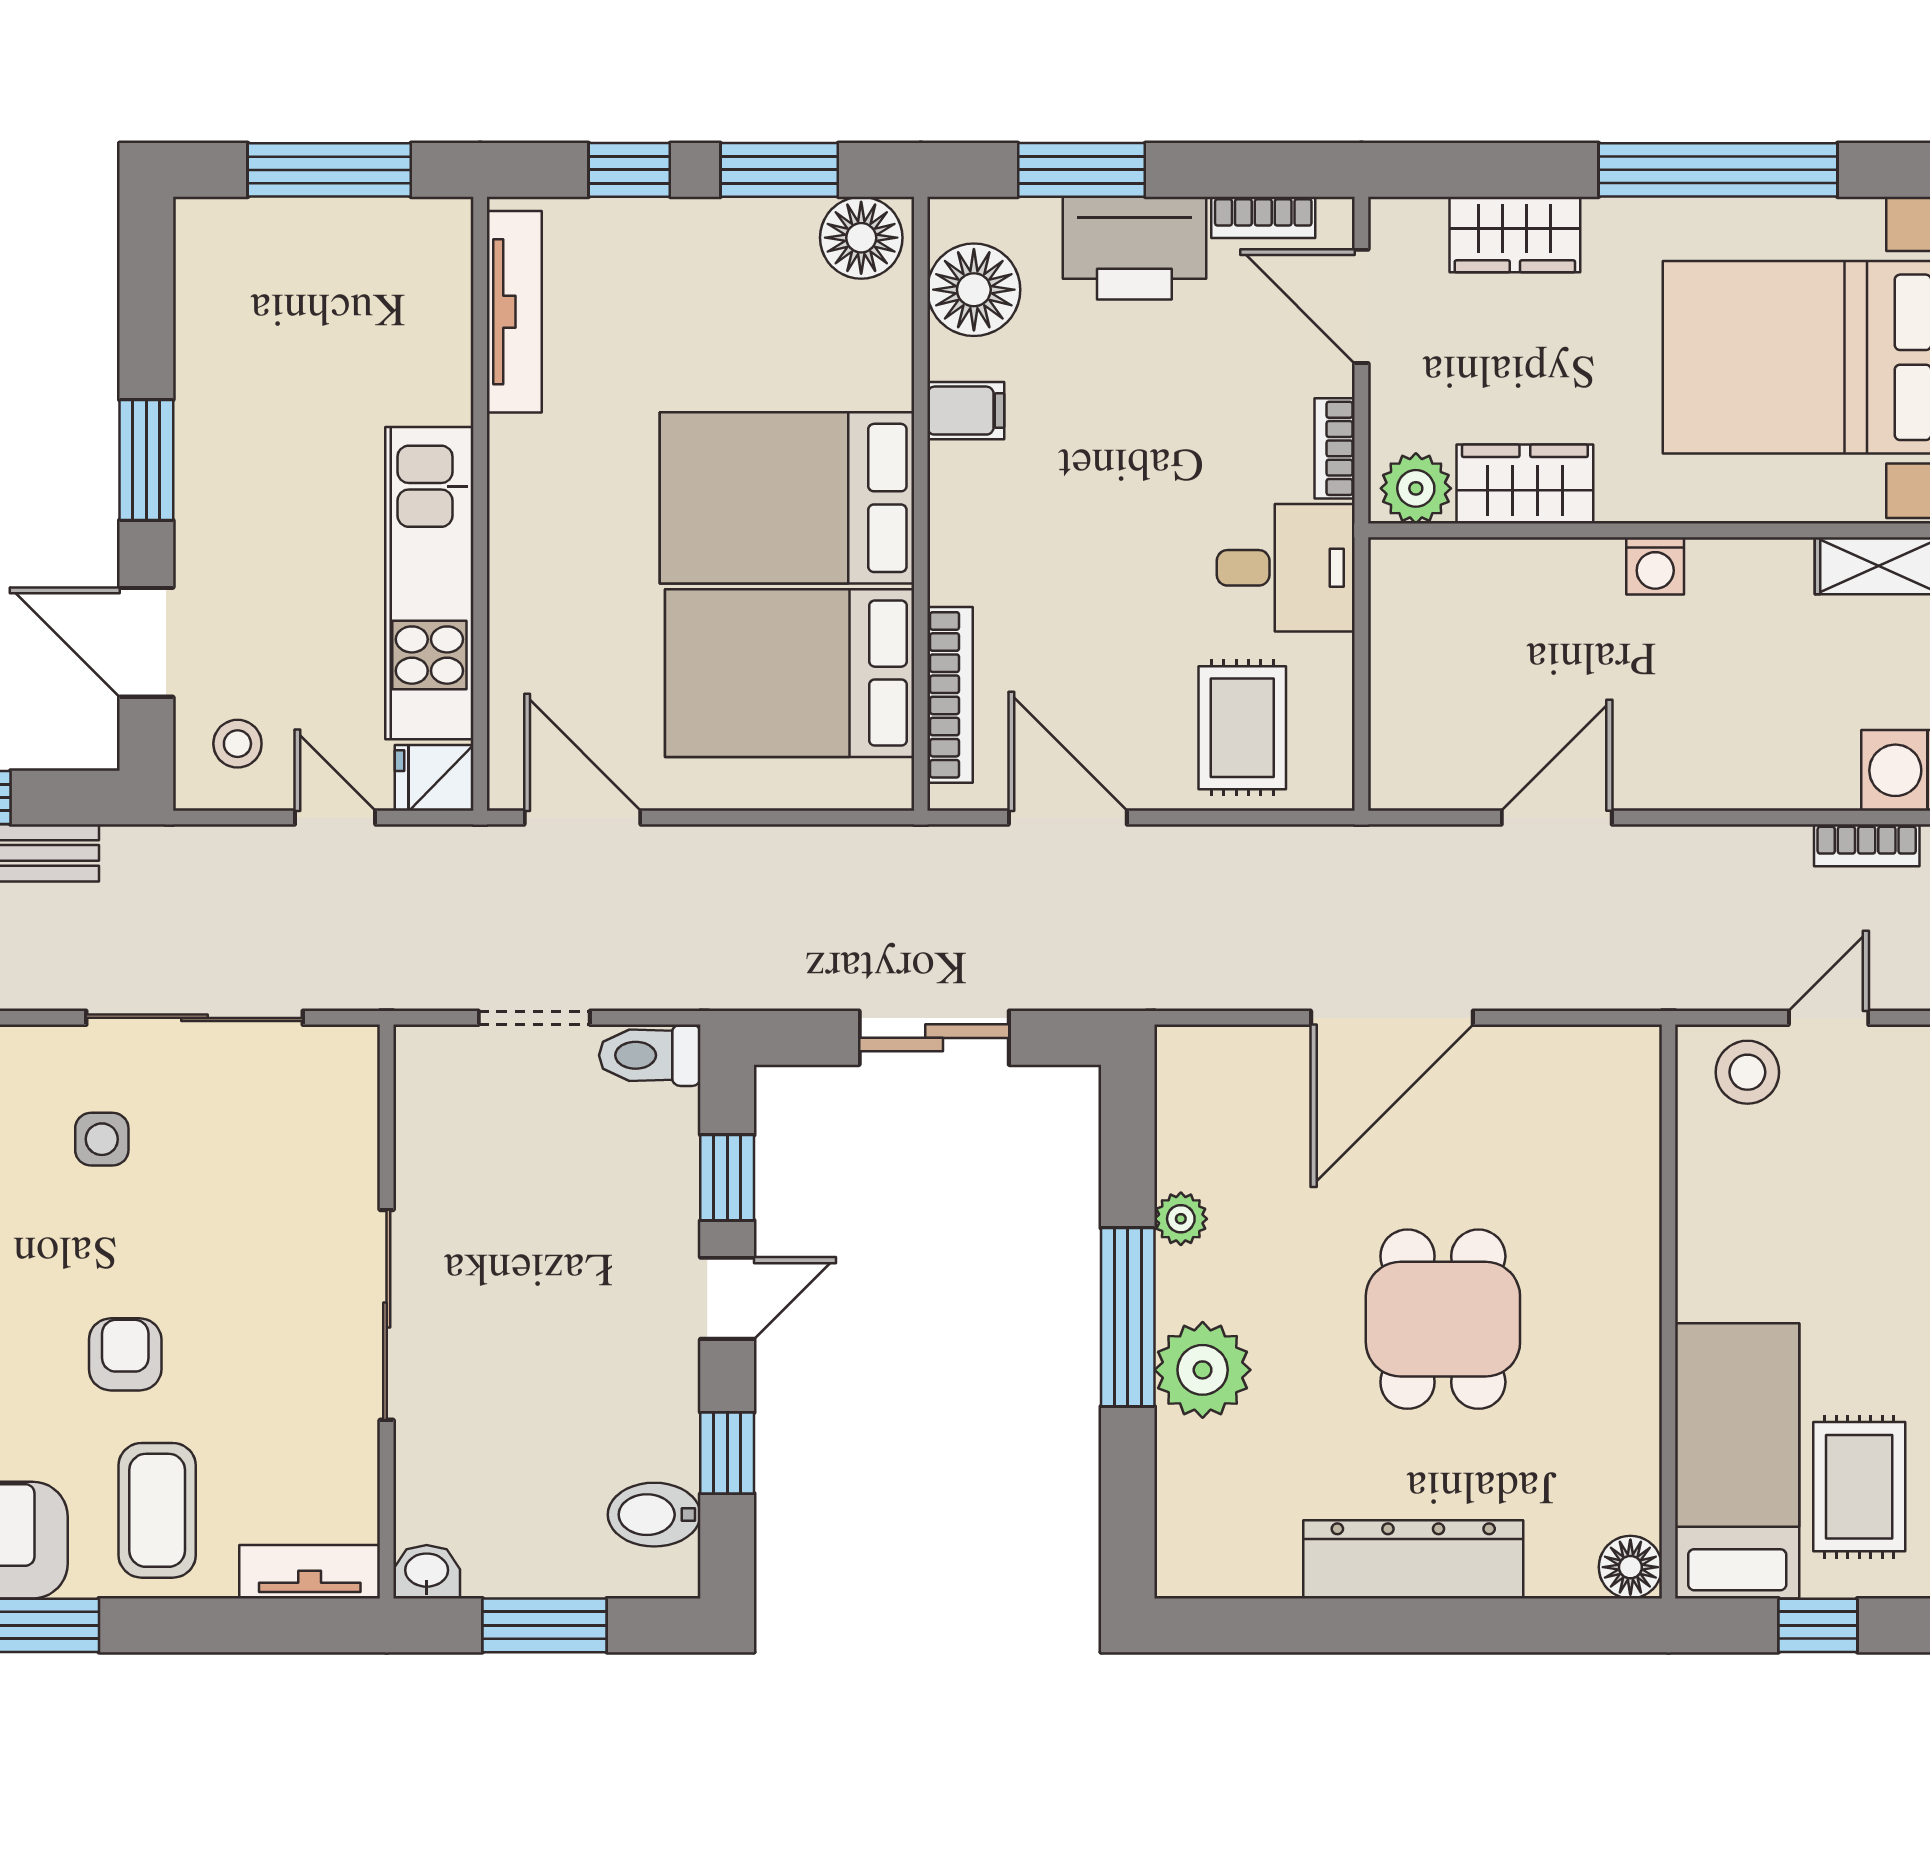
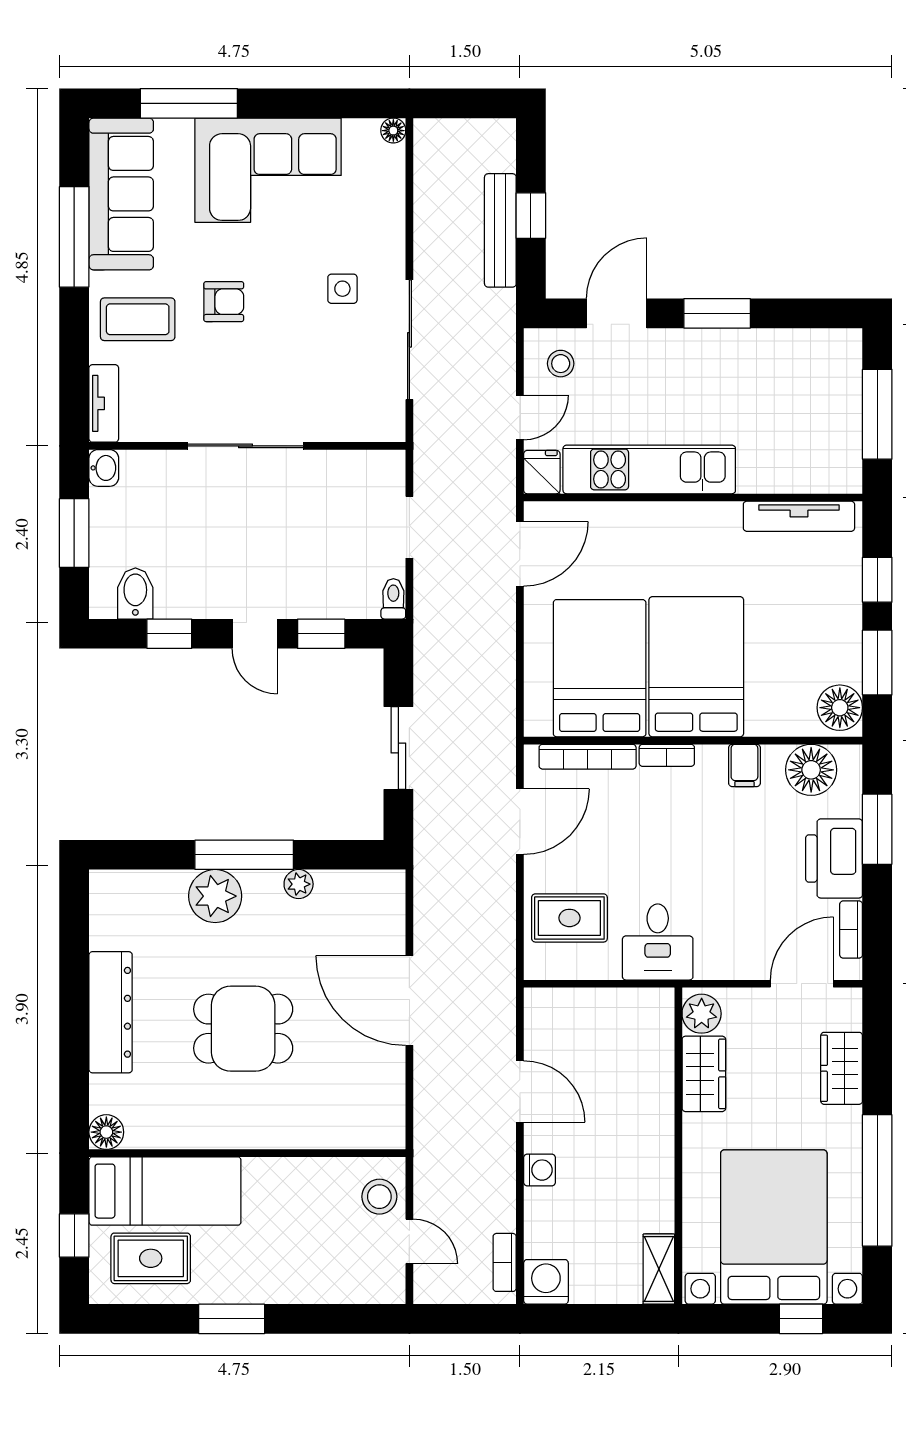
bookcase: (1335, 448) -> (667, 755), moved, turned 180
washing machine: (1655, 566) -> (539, 1170), moved, turned 180
toilet: (650, 1055) -> (393, 599), width x0.73, depth x0.72

